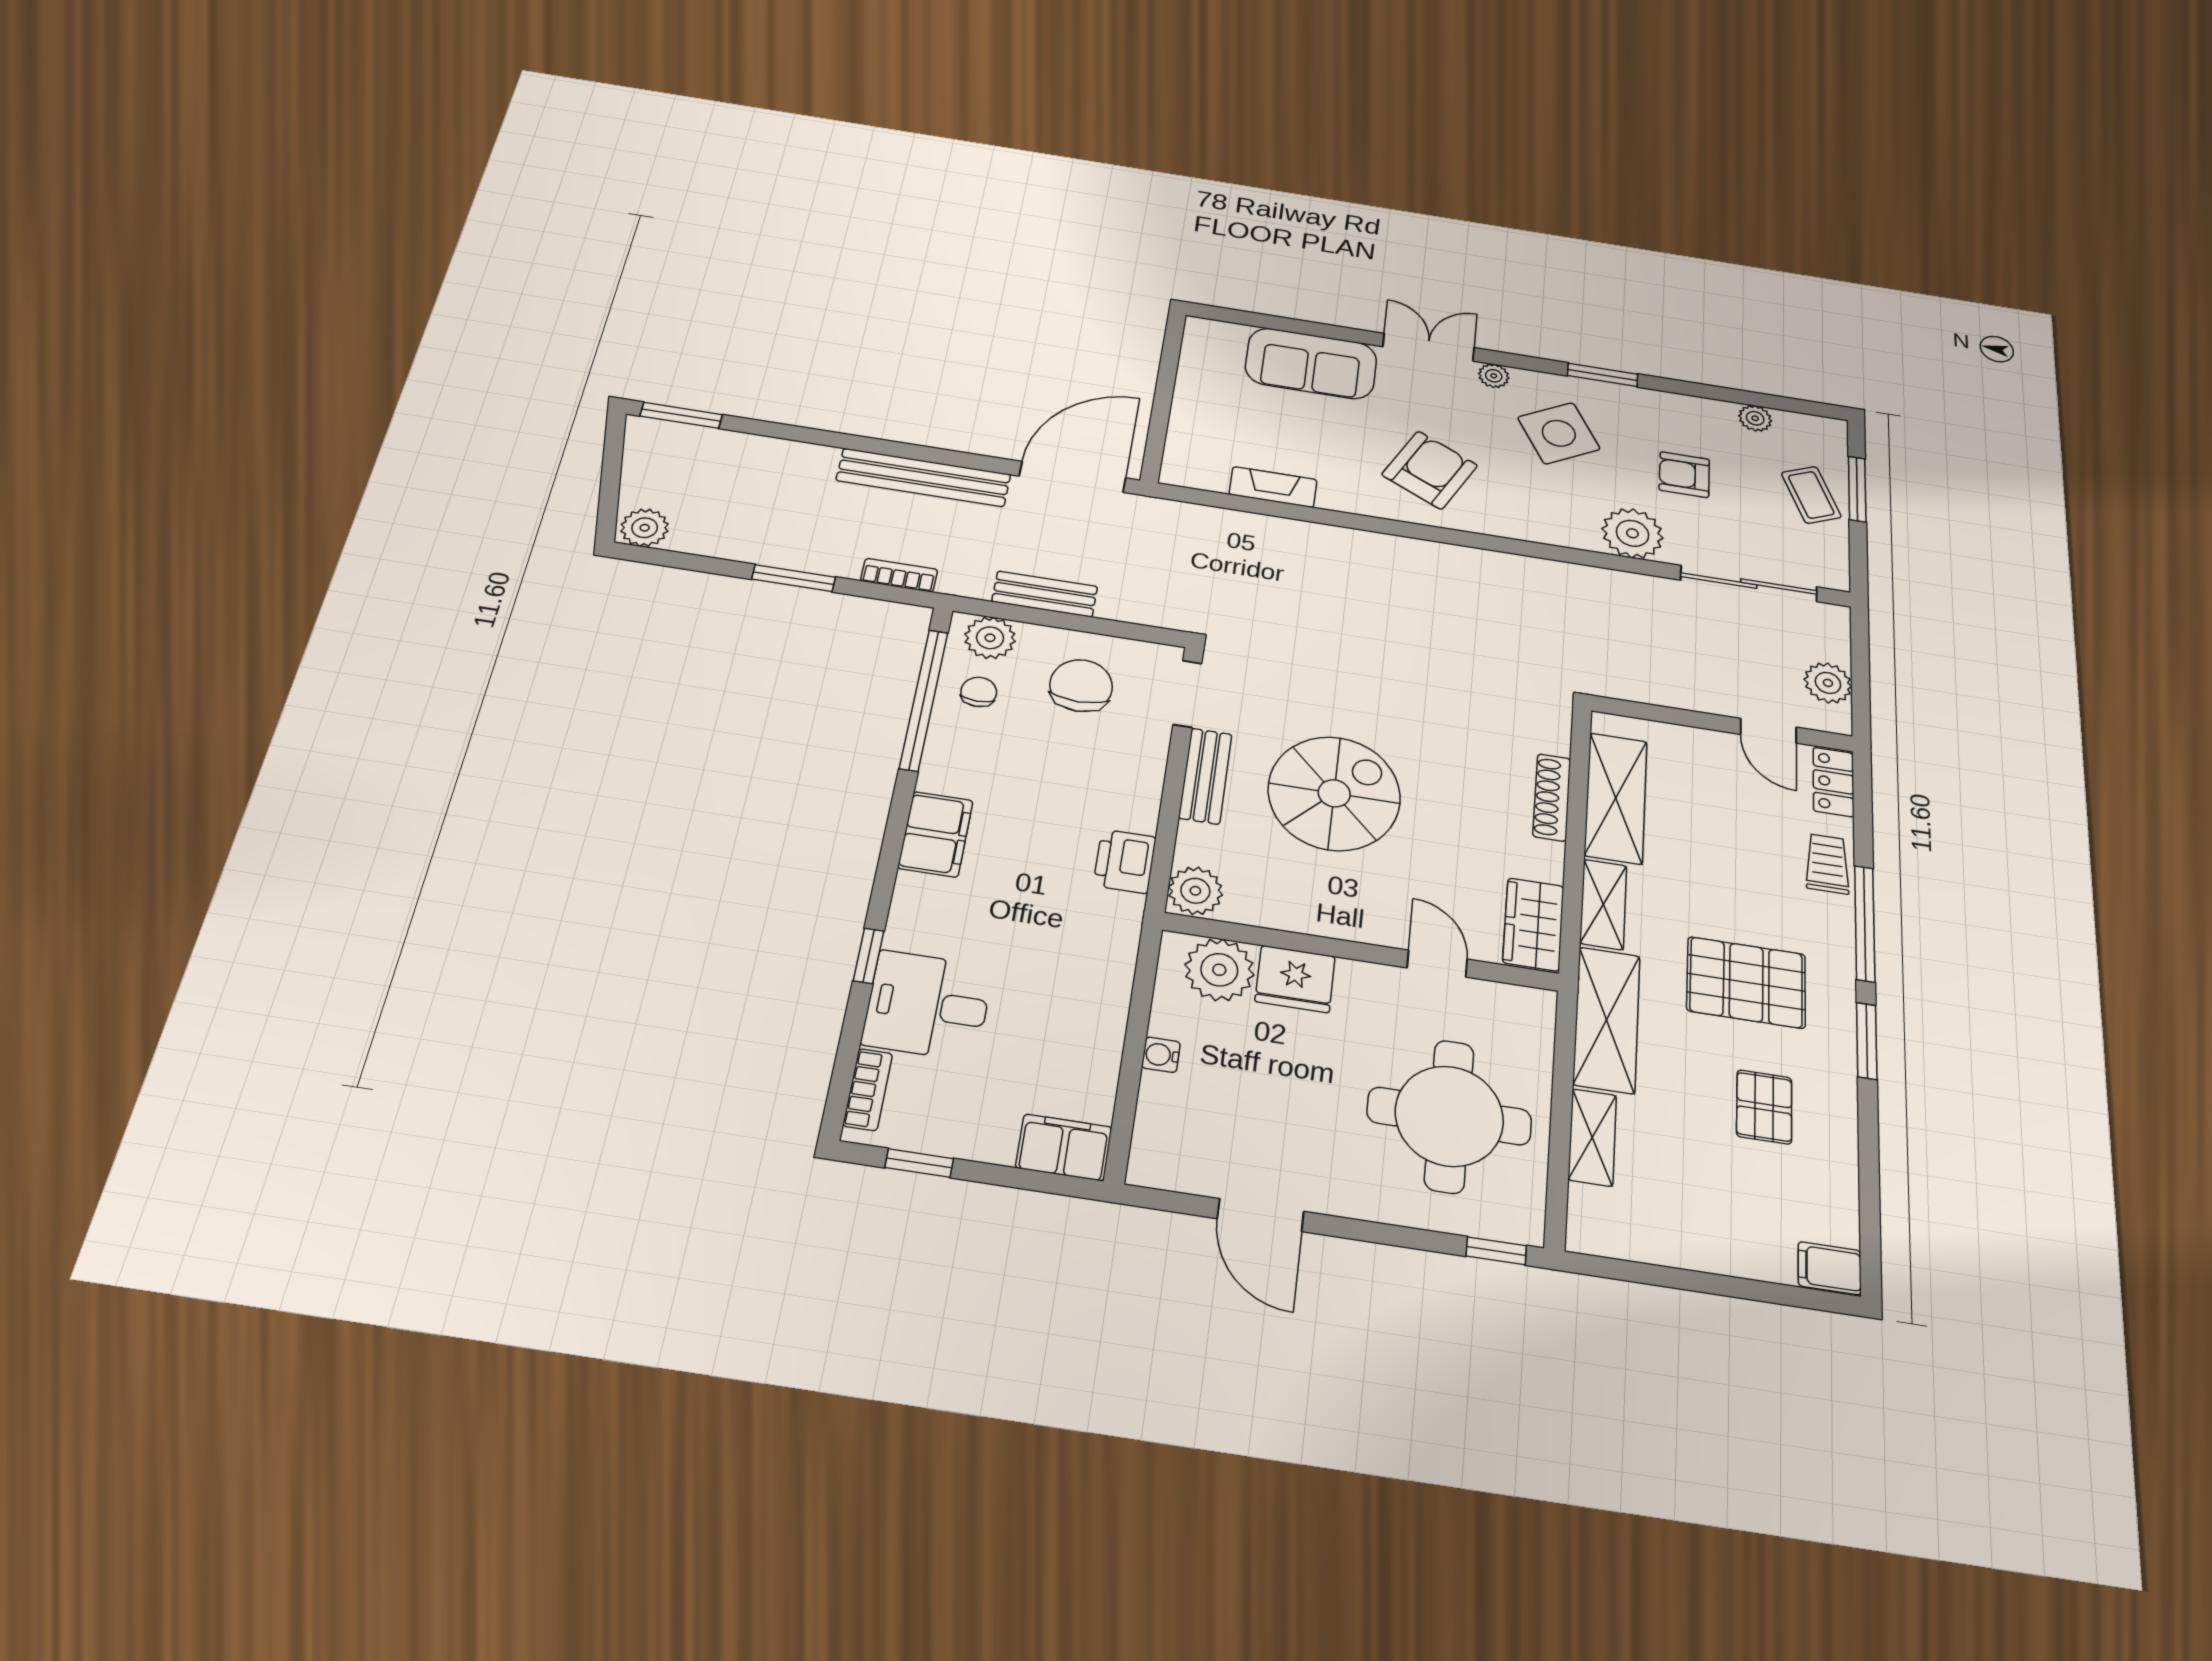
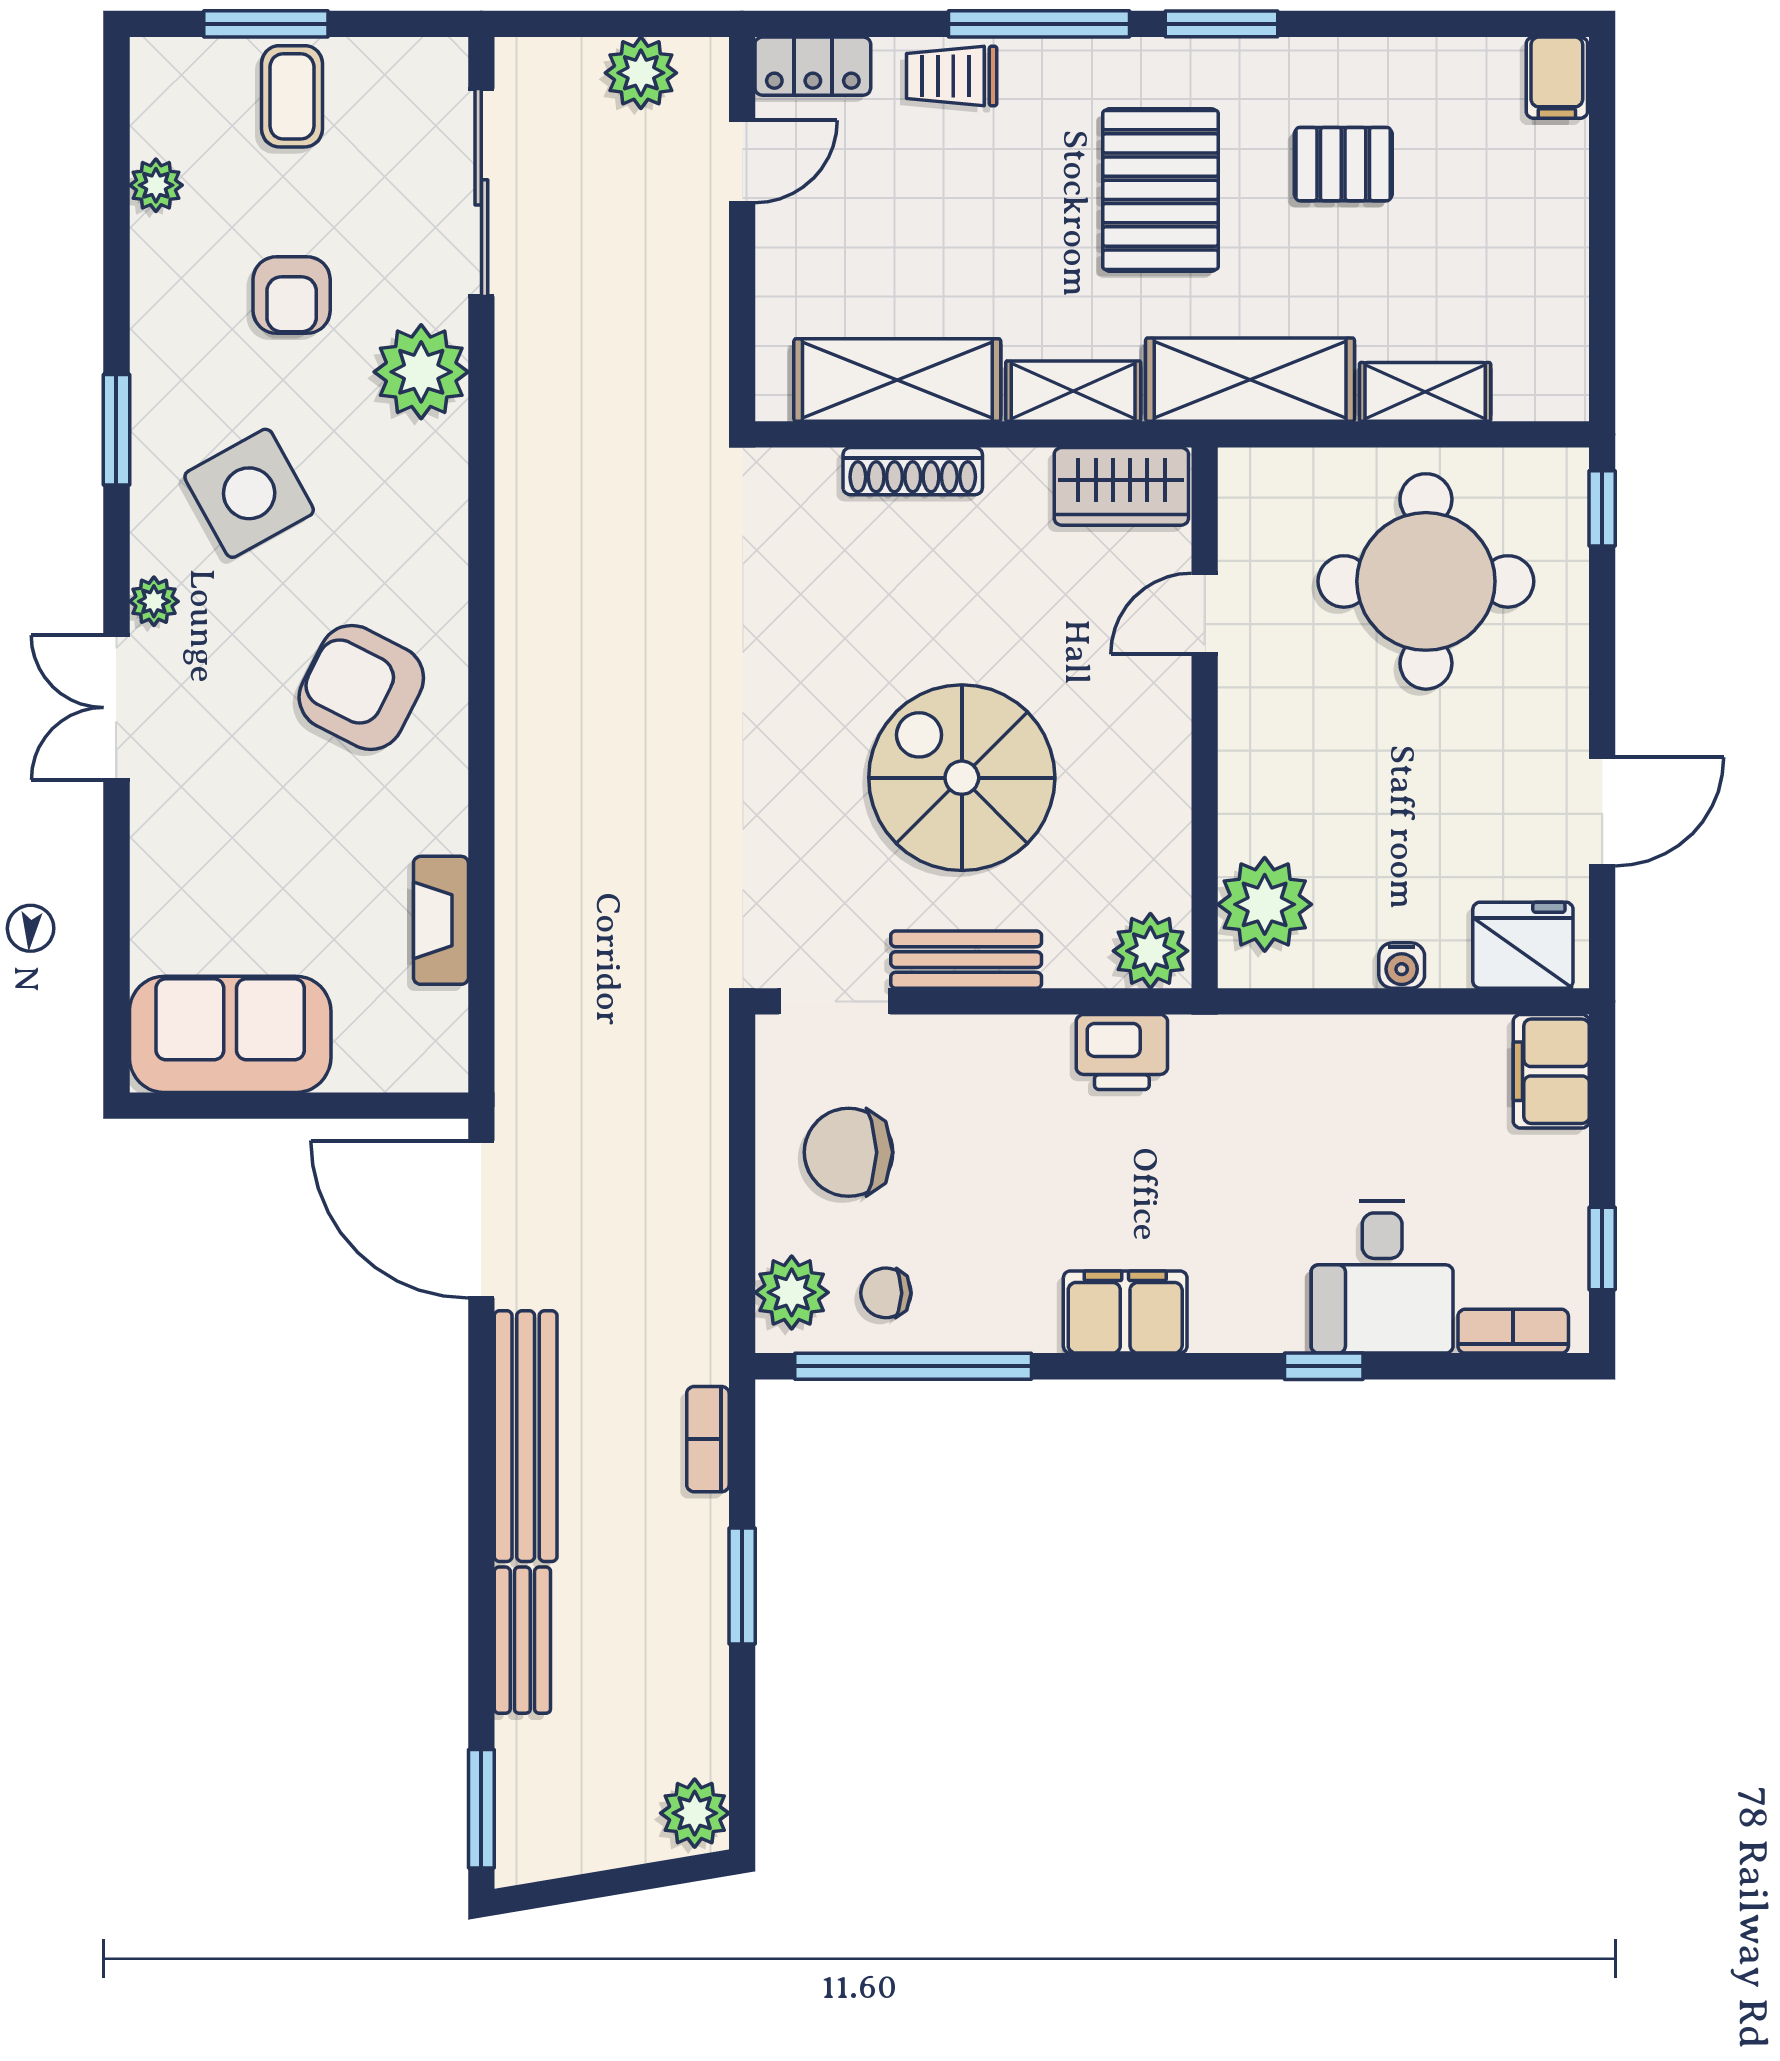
sofa: (1311, 363) -> (230, 1034), moved, turned -90
coffee table: (1811, 495) -> (292, 96), turned -67
bench: (1045, 594) -> (522, 1640), moved
fridge: (1295, 979) -> (1523, 945), moved, turned -90

